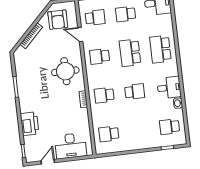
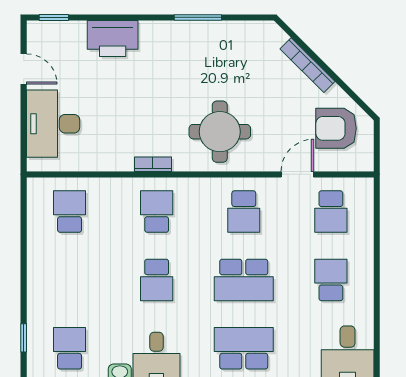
school desk: (130, 53) -> (244, 280), turned 180
school desk: (100, 56) -> (244, 212), turned 180

